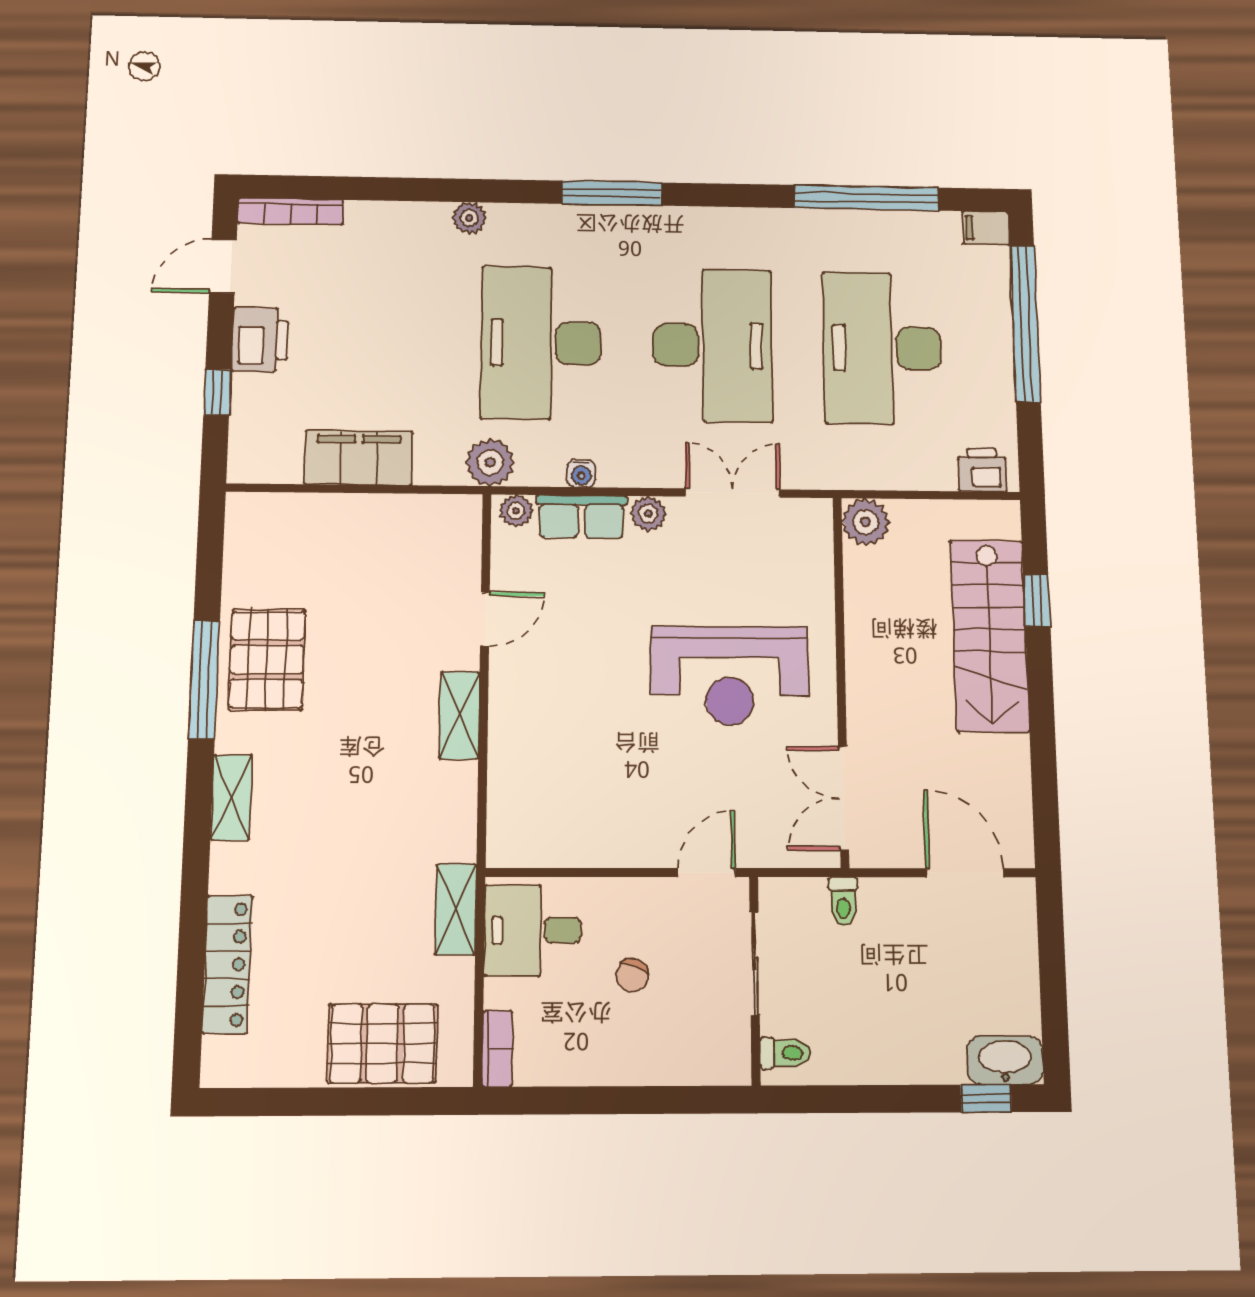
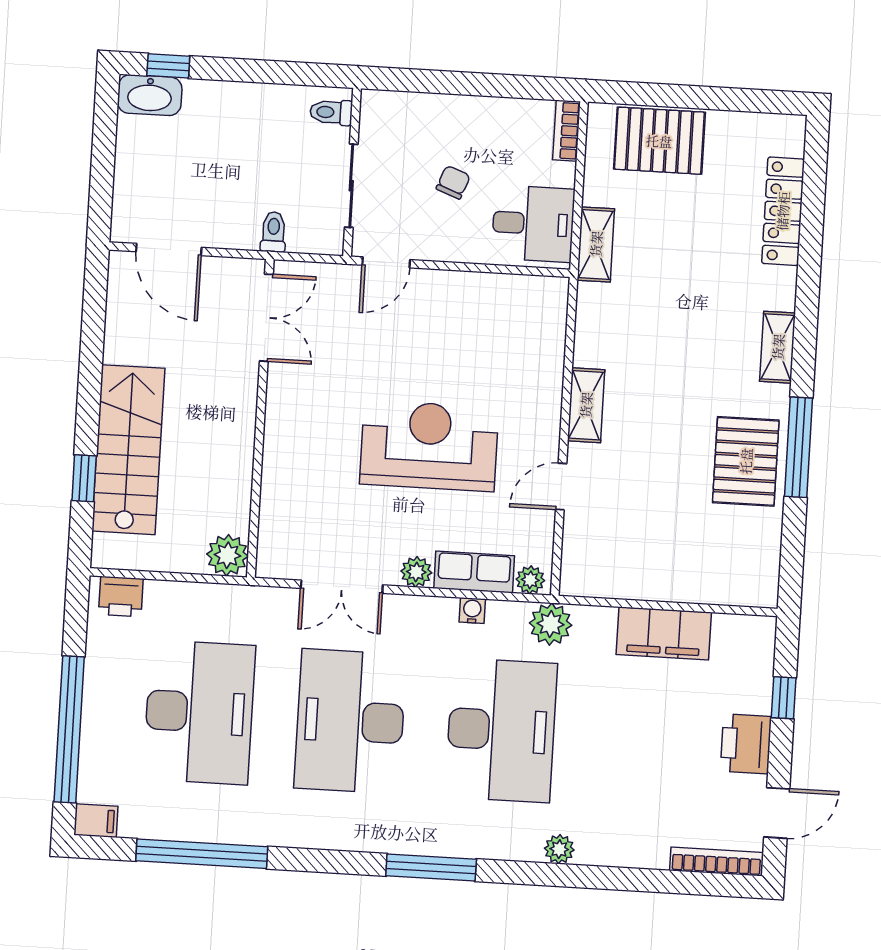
reception desk: (730, 675) -> (429, 446), moved

